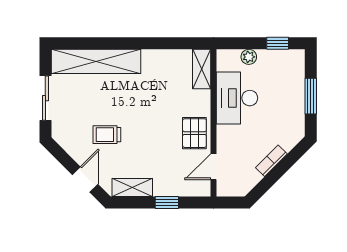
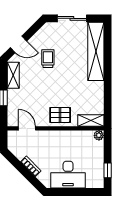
plant: (249, 57) -> (99, 135), moved
window: (311, 96) -> (73, 192), removed
desk: (237, 98) -> (68, 175), moved, turned 180
pallet: (194, 133) -> (60, 115), moved

